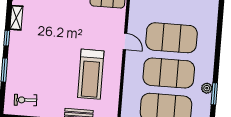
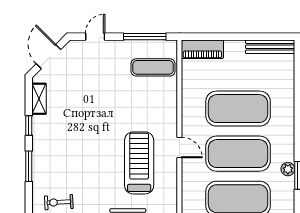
door: (125, 41) -> (179, 148), moved
treadmill: (91, 74) -> (139, 163), turned 180

